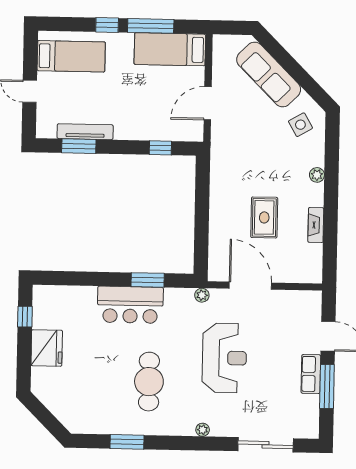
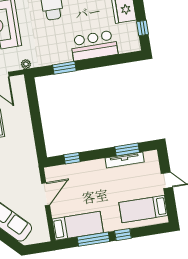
bar counter: (130, 305) -> (94, 46), moved

